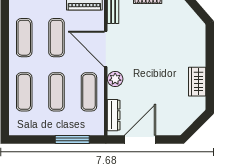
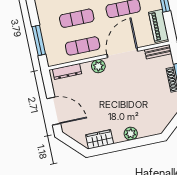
plant: (198, 59) -> (131, 134), added
wardrobe: (197, 82) -> (100, 139), moved
door: (140, 139) -> (54, 111), moved

